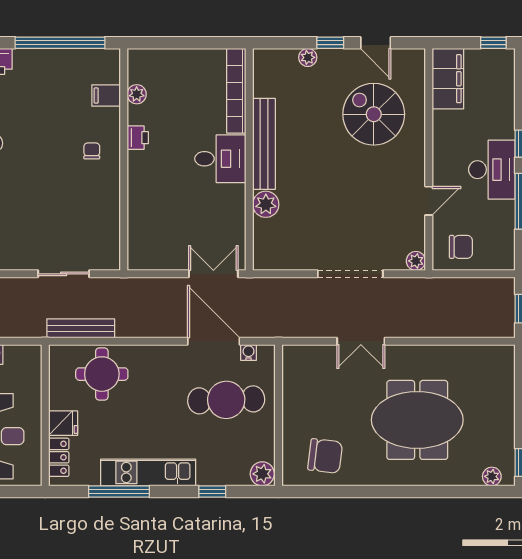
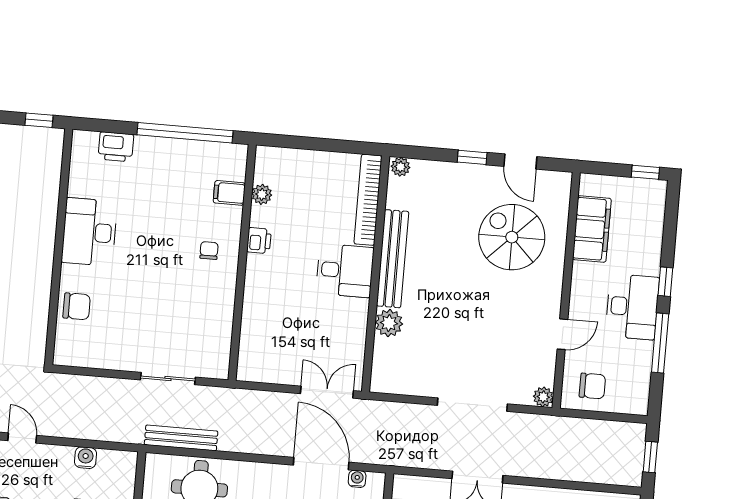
plant: (308, 57) -> (401, 167), moved
filing cabinet: (448, 79) -> (592, 229), moved

